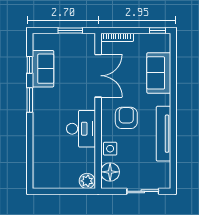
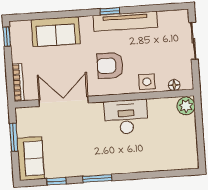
sofa: (43, 69) -> (31, 159), moved, turned 90
window: (173, 121) -> (110, 11), added
floor lamp: (110, 172) -> (174, 85), width x0.53, depth x0.53

